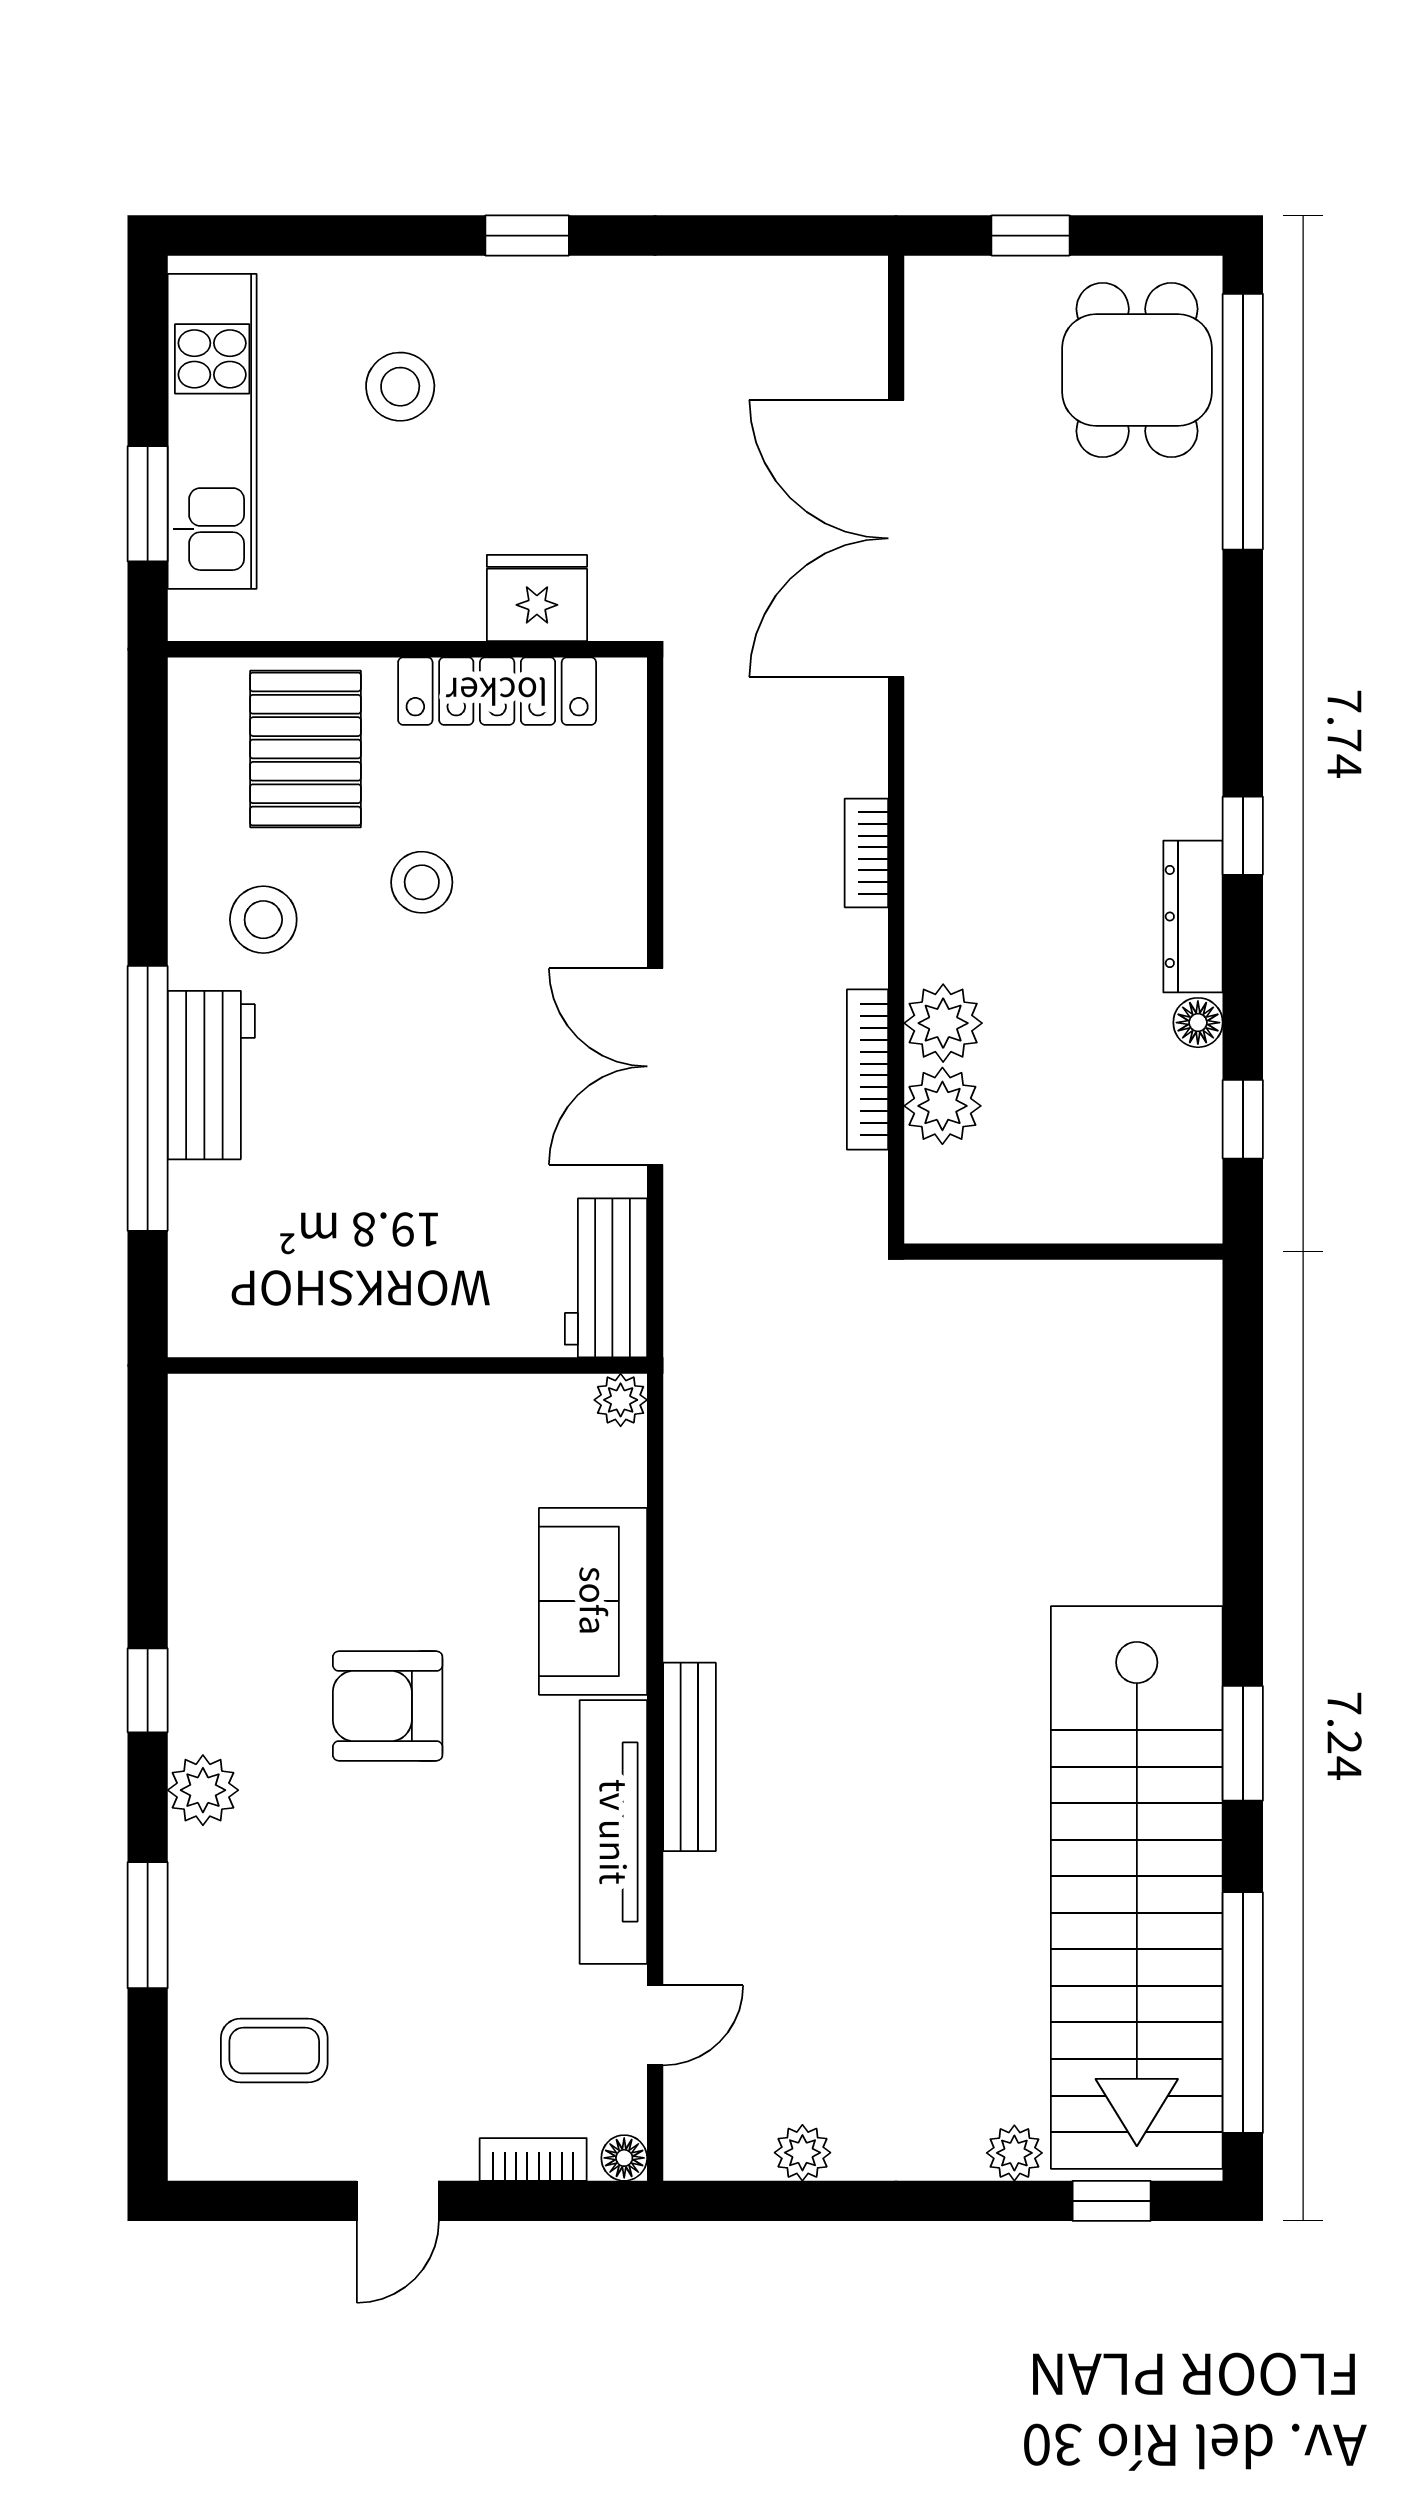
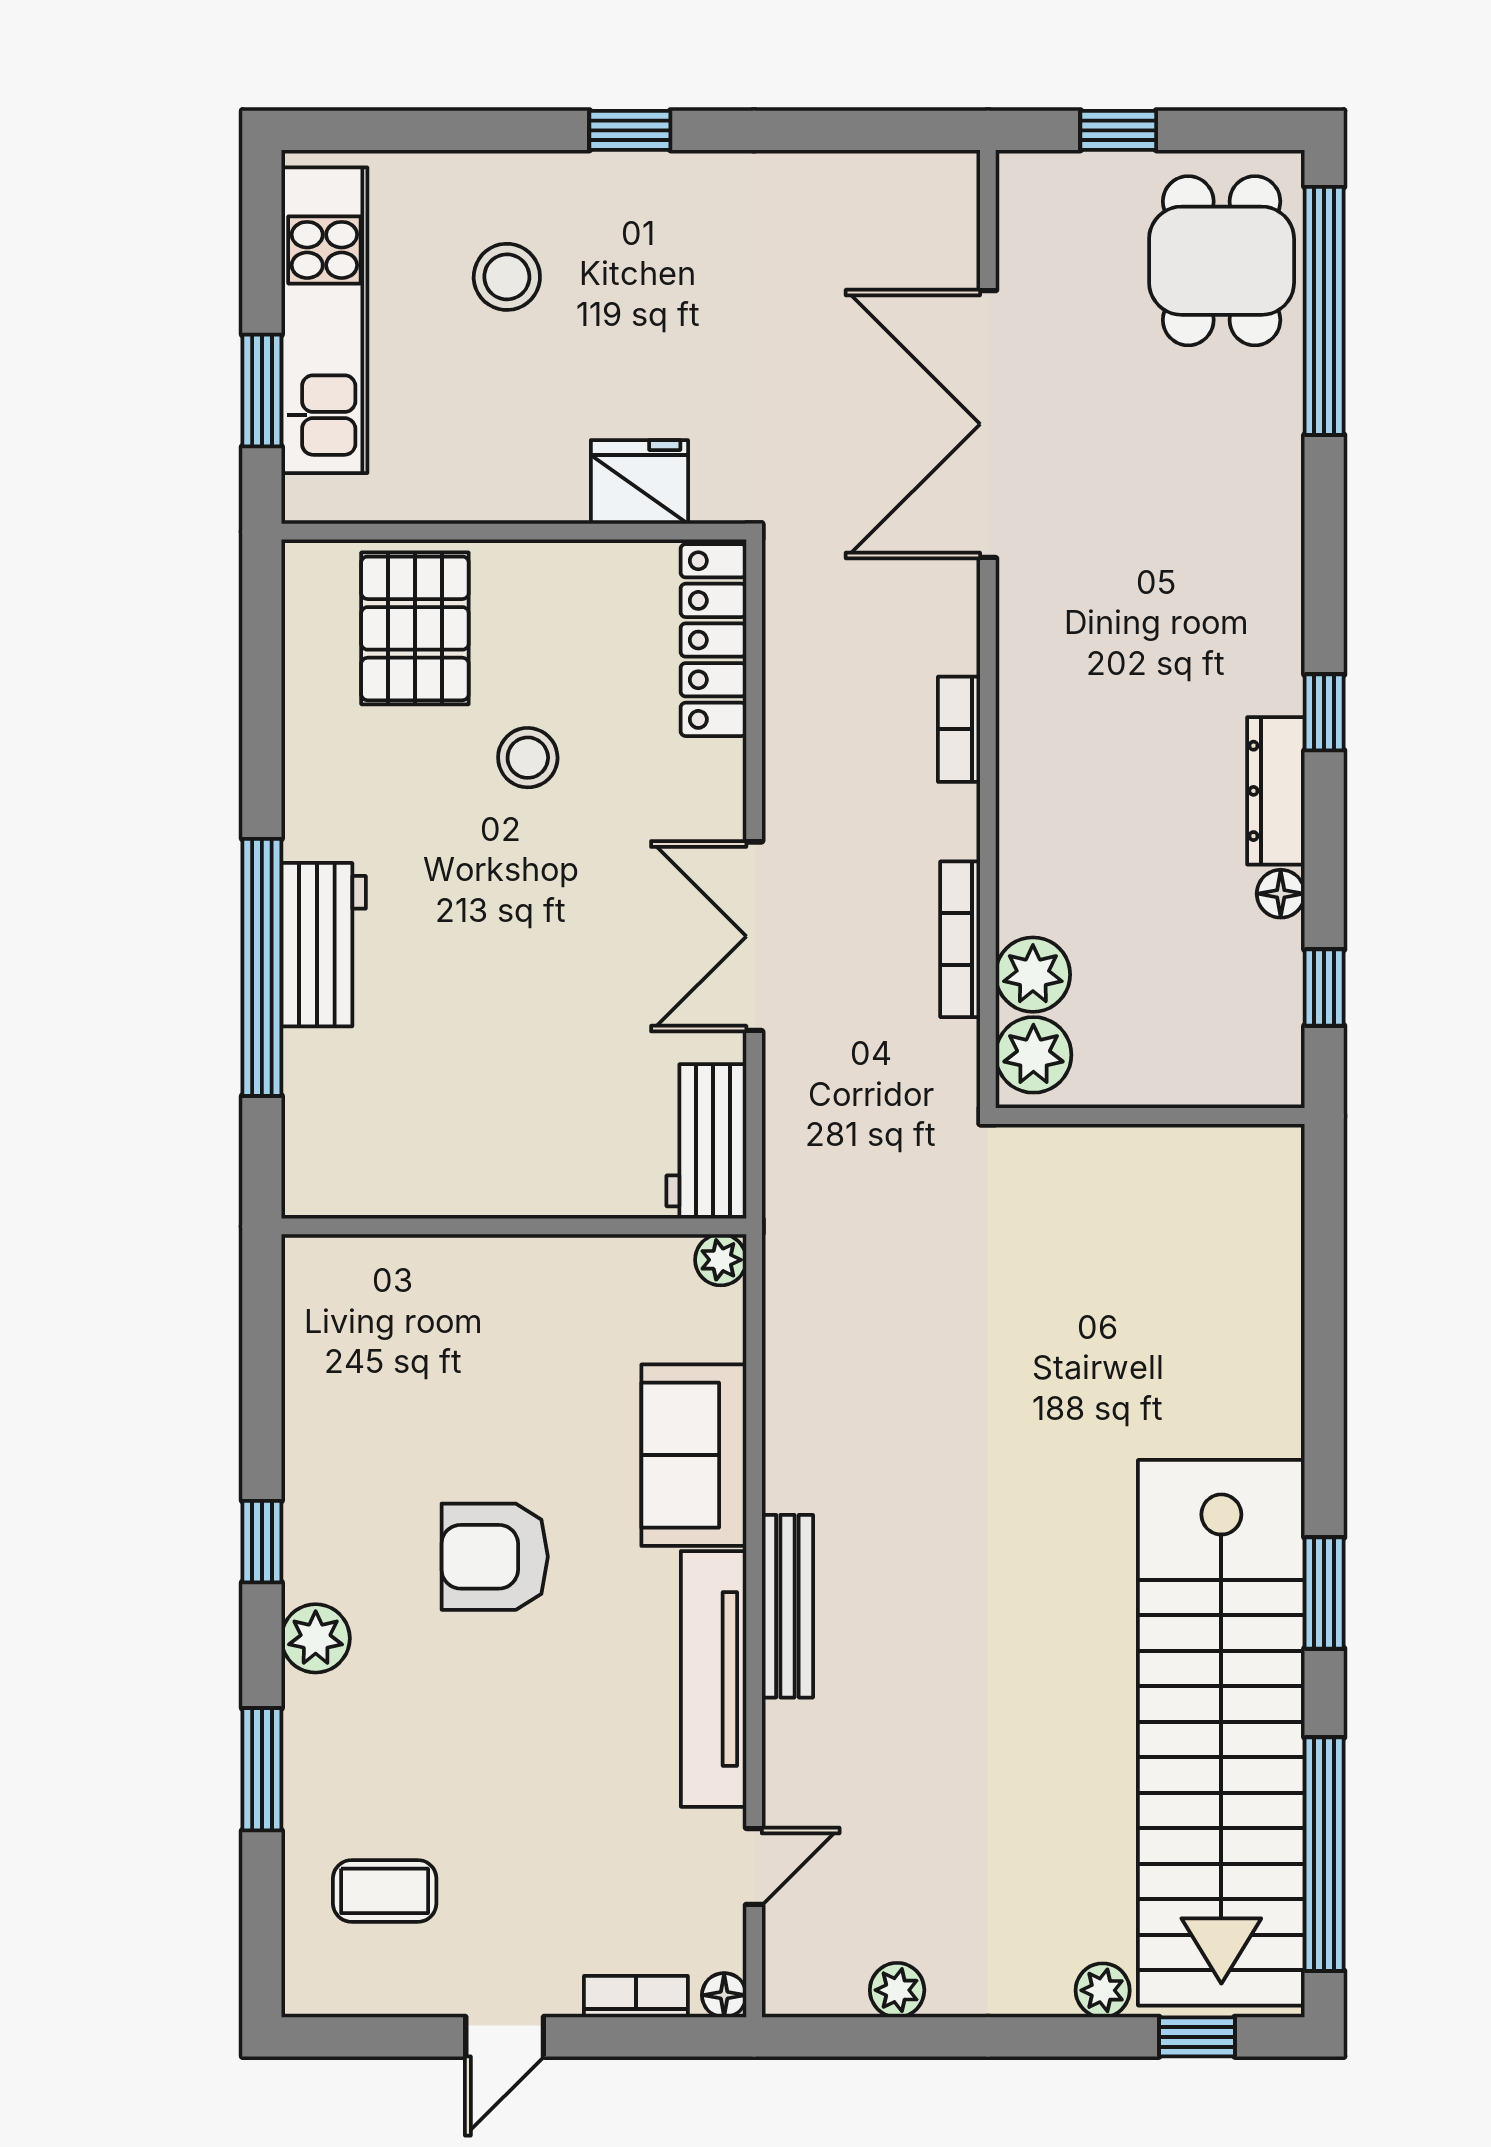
locker: (497, 691) -> (713, 640), moved, turned 90
stool: (263, 920) -> (374, 794), removed
plant: (943, 1023) -> (1033, 1055), moved

